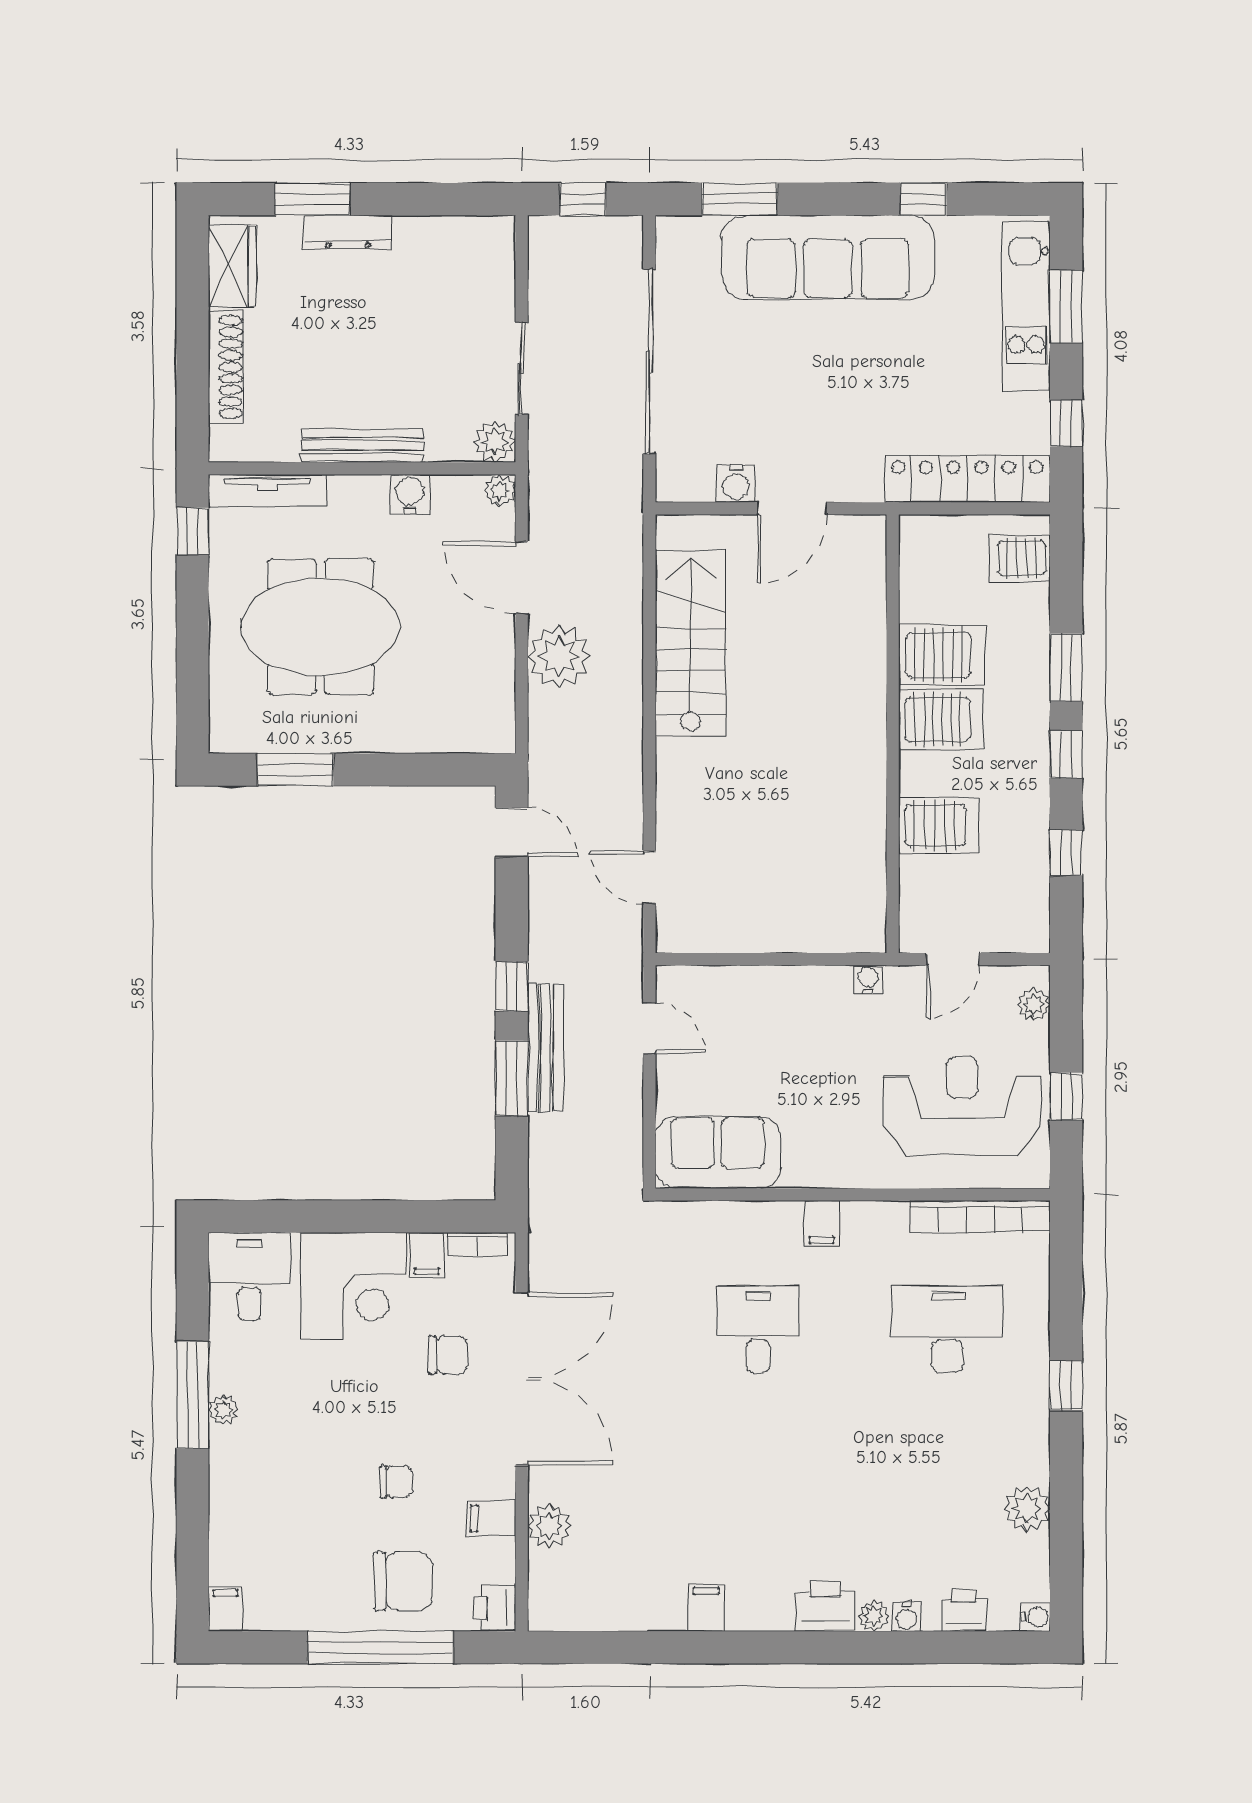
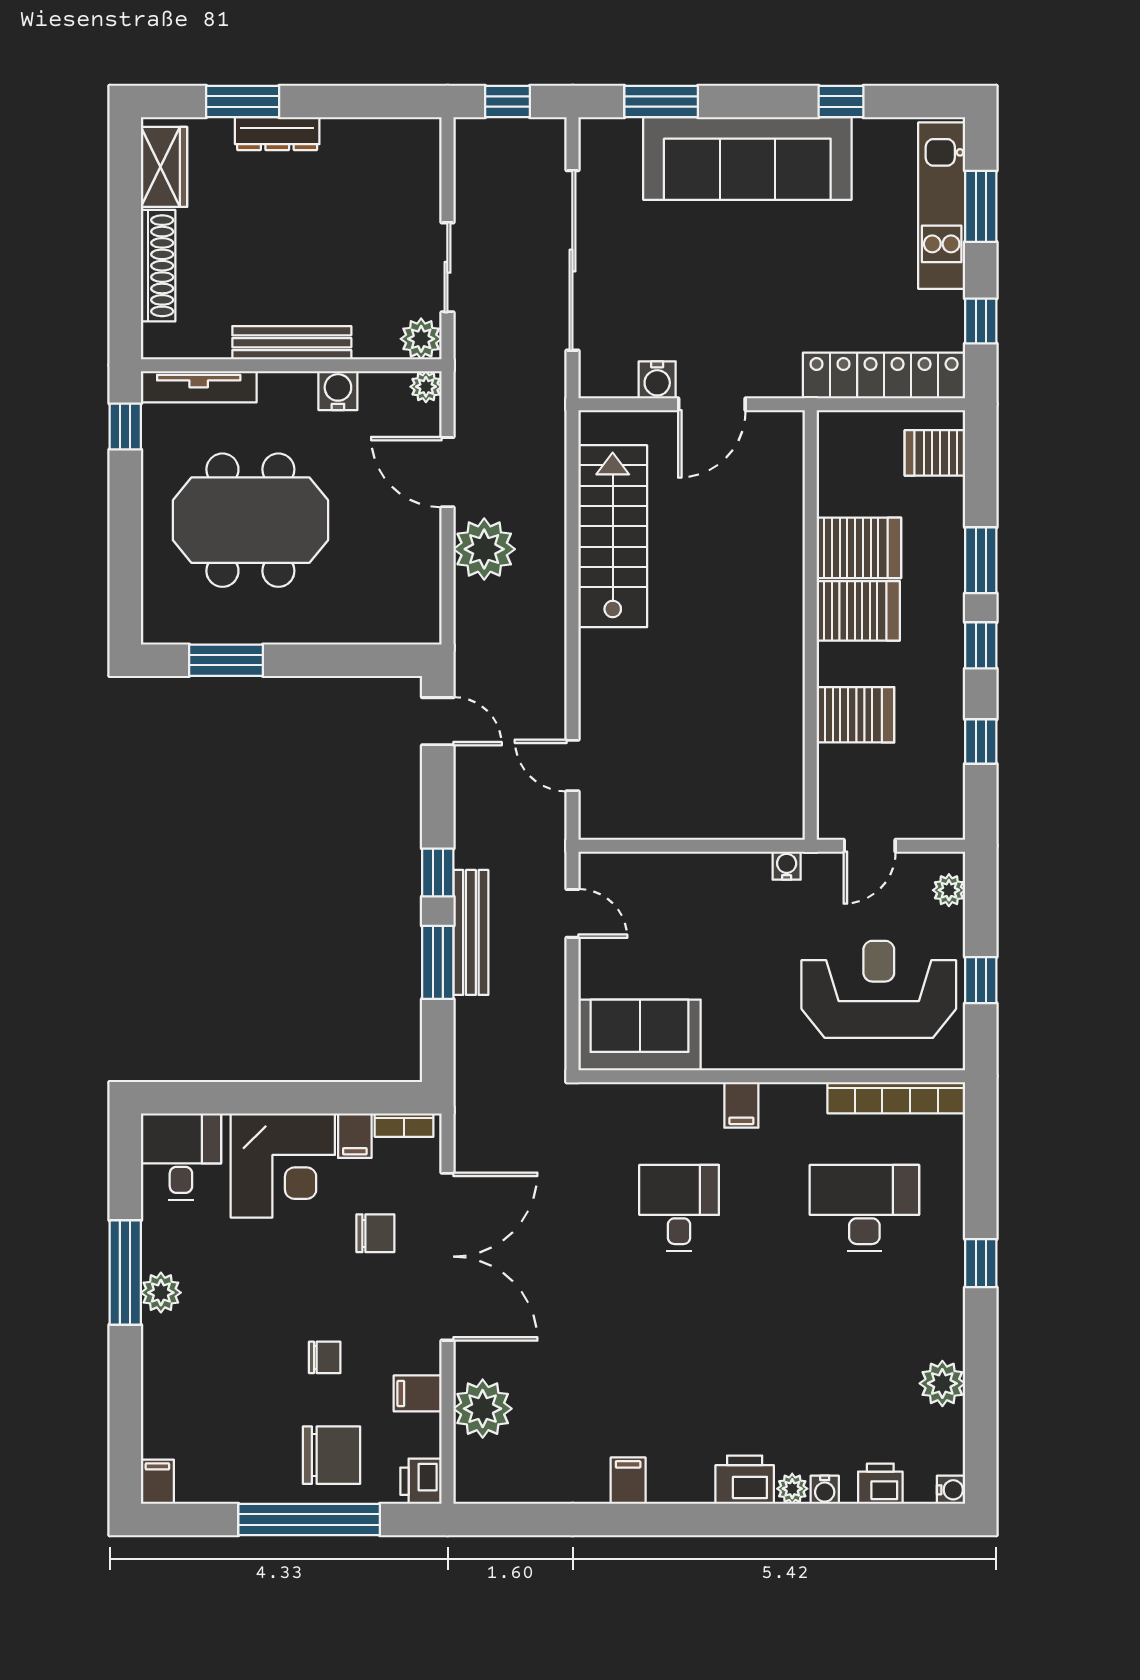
plant: (223, 1410) -> (161, 1293), width x1.38, depth x1.38
plant: (549, 1526) -> (483, 1409), width x1.36, depth x1.36

